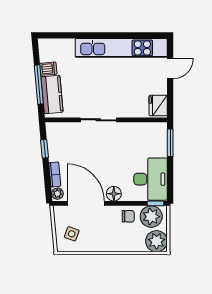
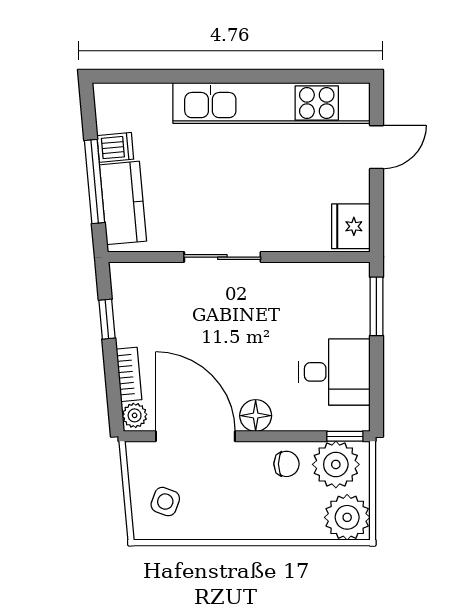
desk: (151, 179) -> (334, 372), width x0.73

